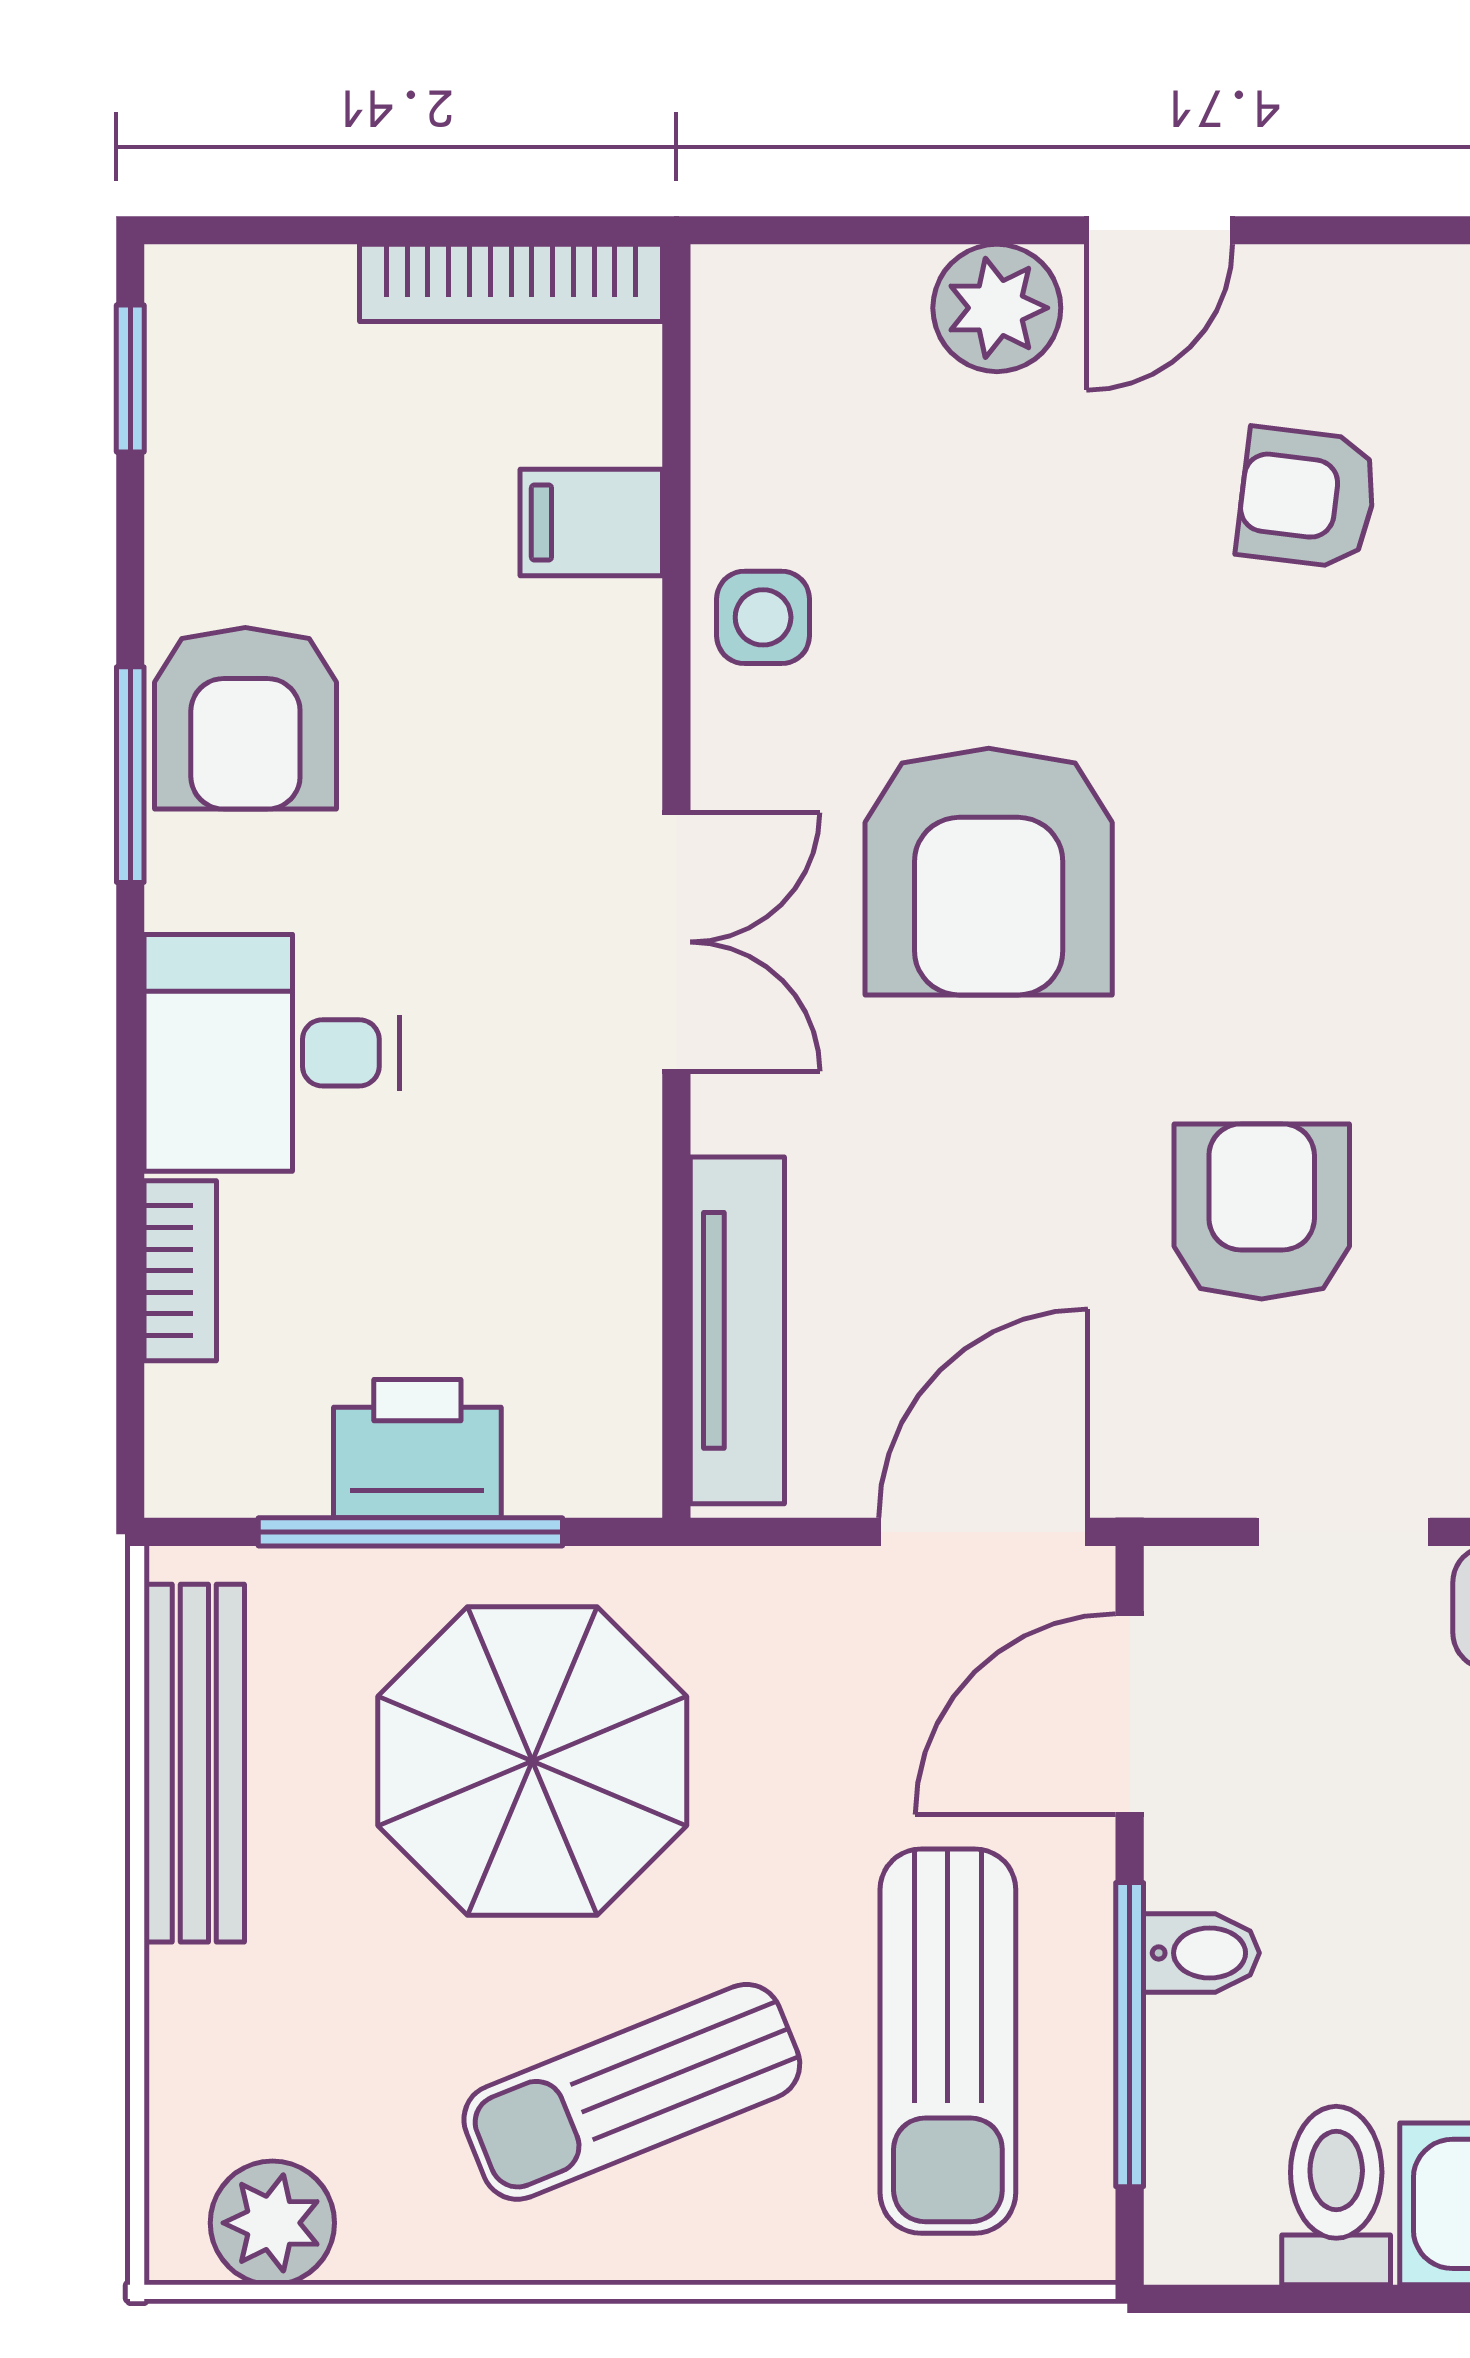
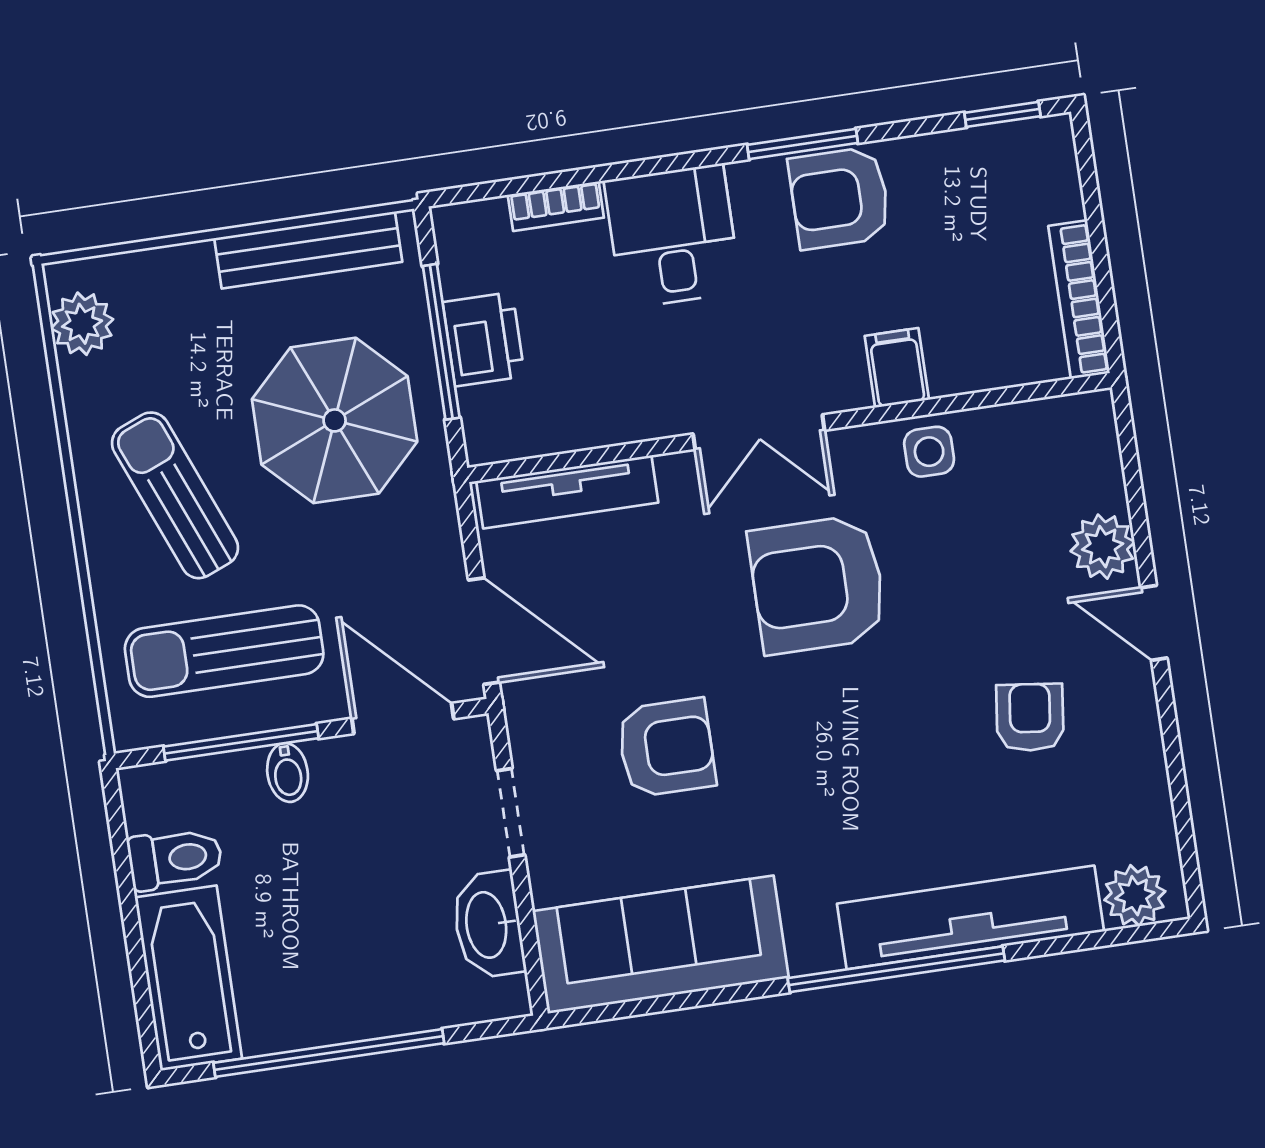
filing cabinet: (591, 522) -> (897, 368), moved

